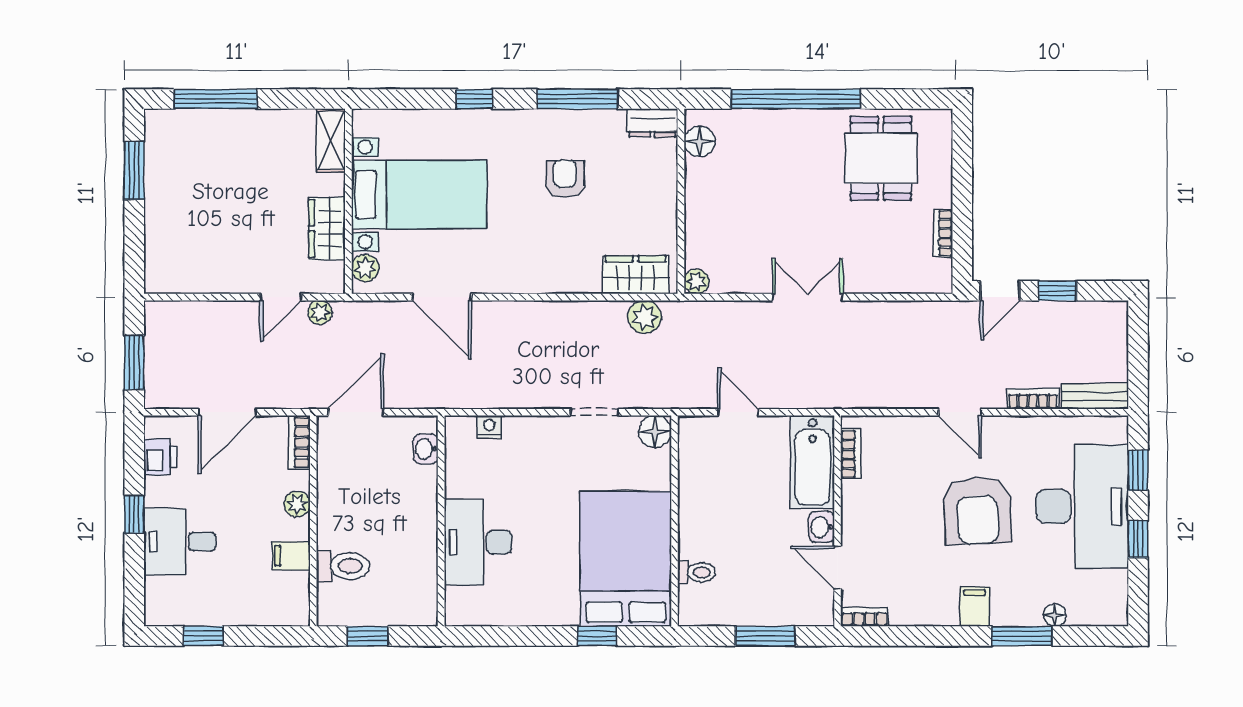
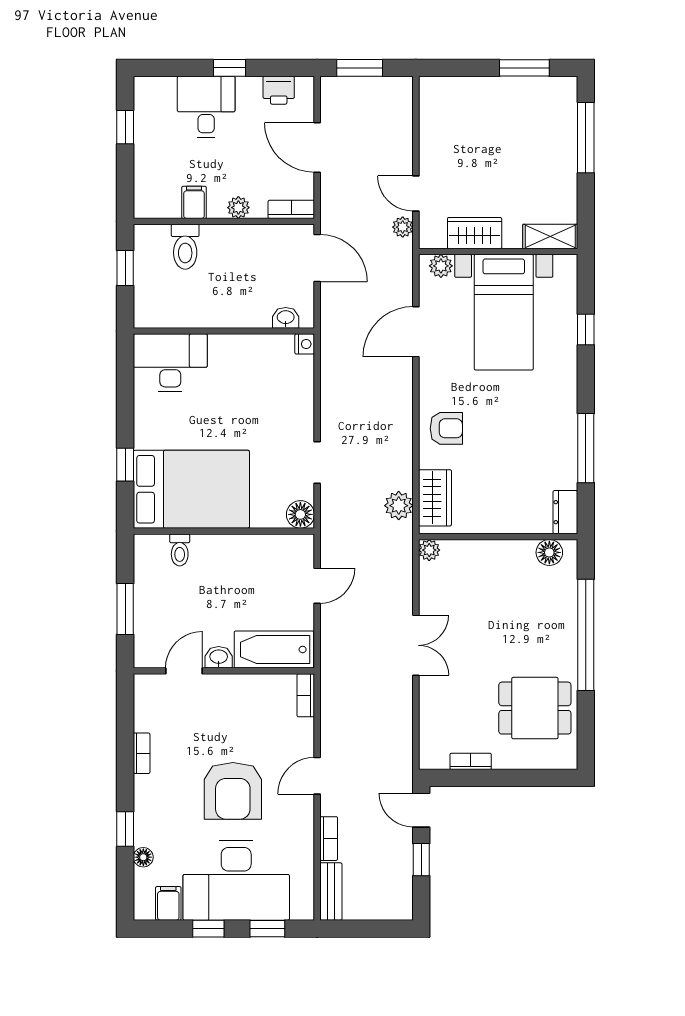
window: (474, 99) -> (586, 329), moved
armchair: (565, 179) -> (446, 428), moved
nightstand: (489, 427) -> (305, 344), moved
bookcase: (851, 454) -> (306, 695), moved, turned 90
armchair: (977, 510) -> (233, 791), turned -87
desk: (478, 542) -> (170, 363), moved
filing cabinet: (975, 607) -> (168, 903), moved, turned -90
bookcase: (865, 617) -> (142, 753), moved
window: (1022, 636) -> (125, 829), width x0.67

